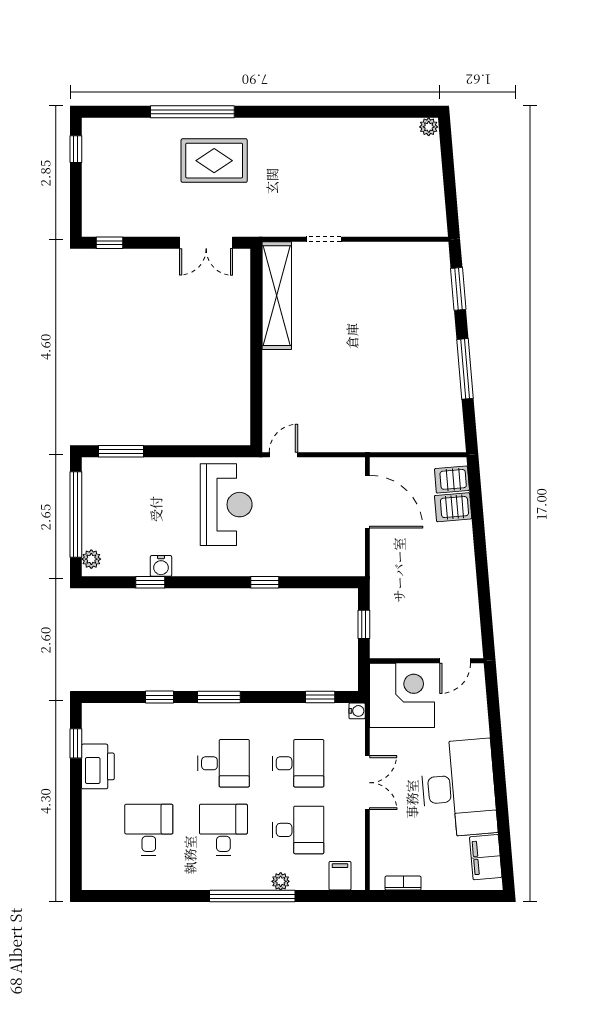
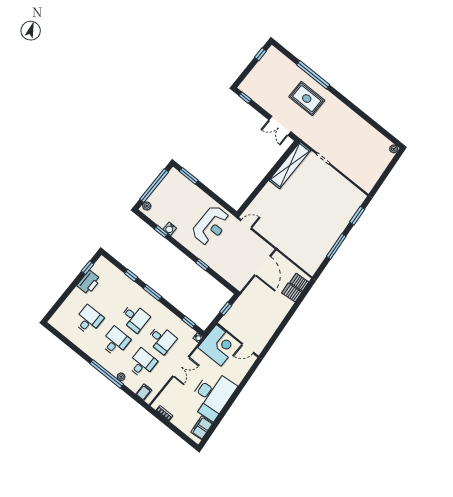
desk: (298, 830) -> (142, 363), turned -90

